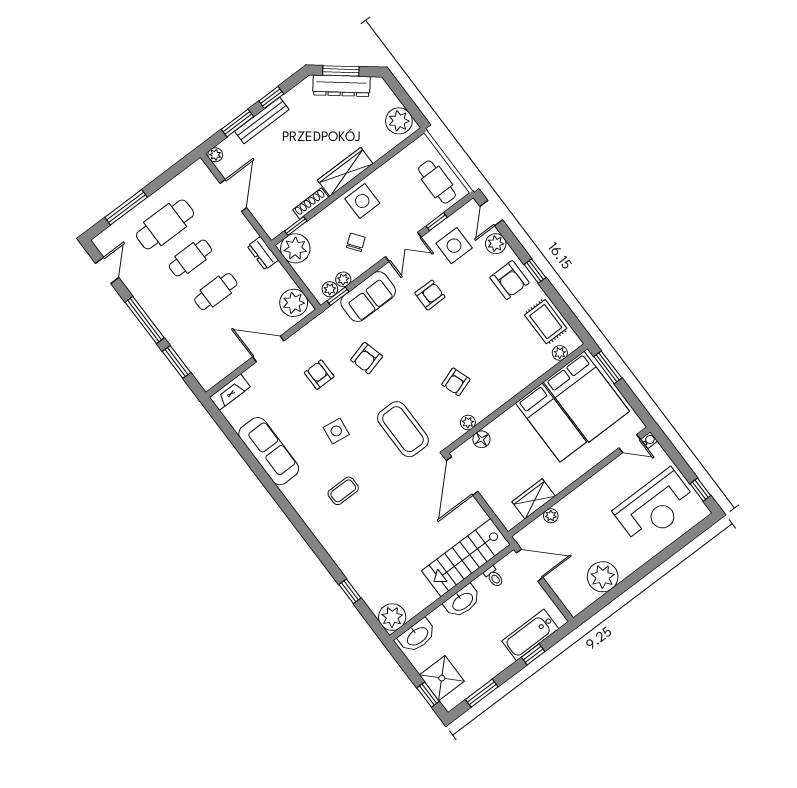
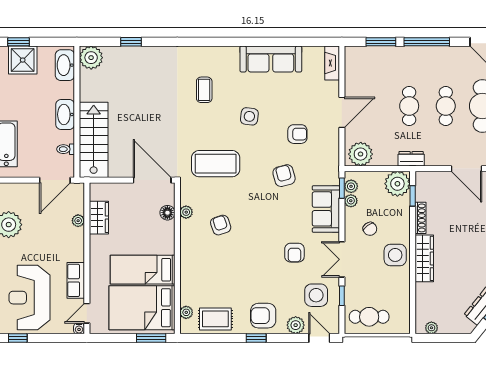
plant: (399, 121) -> (431, 328), width x0.53, depth x0.53
row of seats: (607, 477) -> (76, 280), added

